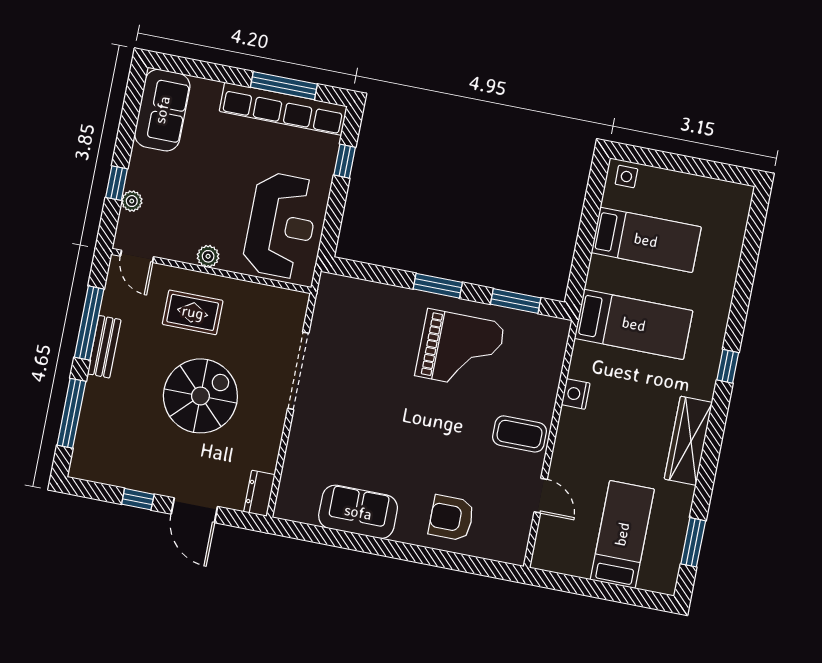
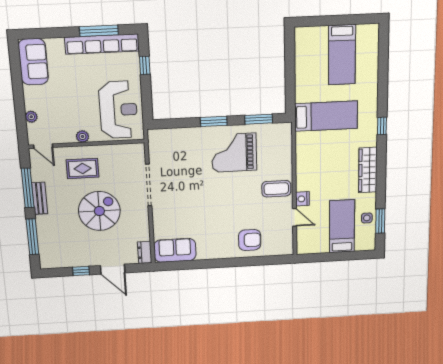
side table: (626, 176) -> (367, 218), moved
window: (117, 183) -> (20, 109), removed
bed: (646, 240) -> (342, 55), moved, turned 90
grand piano: (460, 350) -> (234, 153), turned 180
nightstand: (576, 394) -> (302, 199), moved
sofa: (358, 512) -> (175, 250), moved
armchair: (451, 518) -> (250, 240), turned 180

